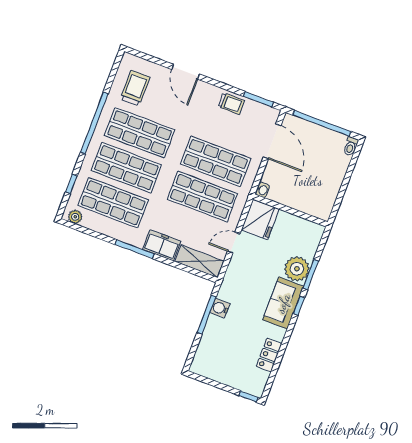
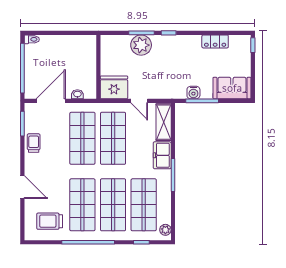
door: (186, 72) -> (22, 187), hinge flipped
washbasin: (262, 190) -> (77, 94), moved
sofa: (283, 303) -> (232, 88), moved, turned 180

